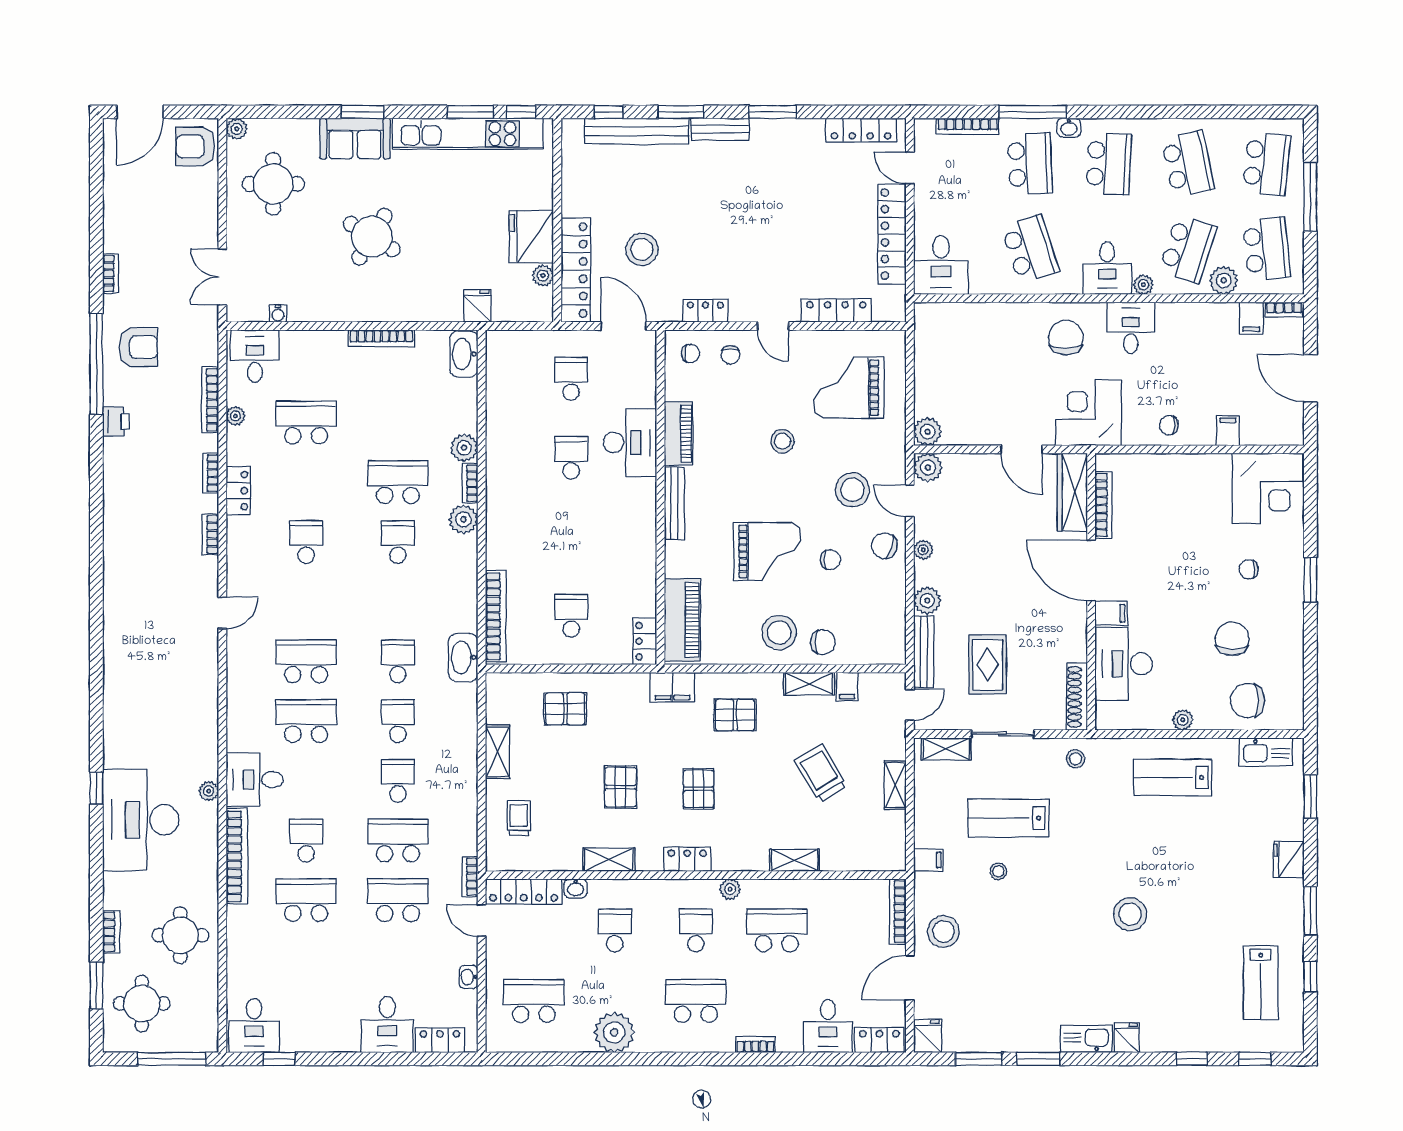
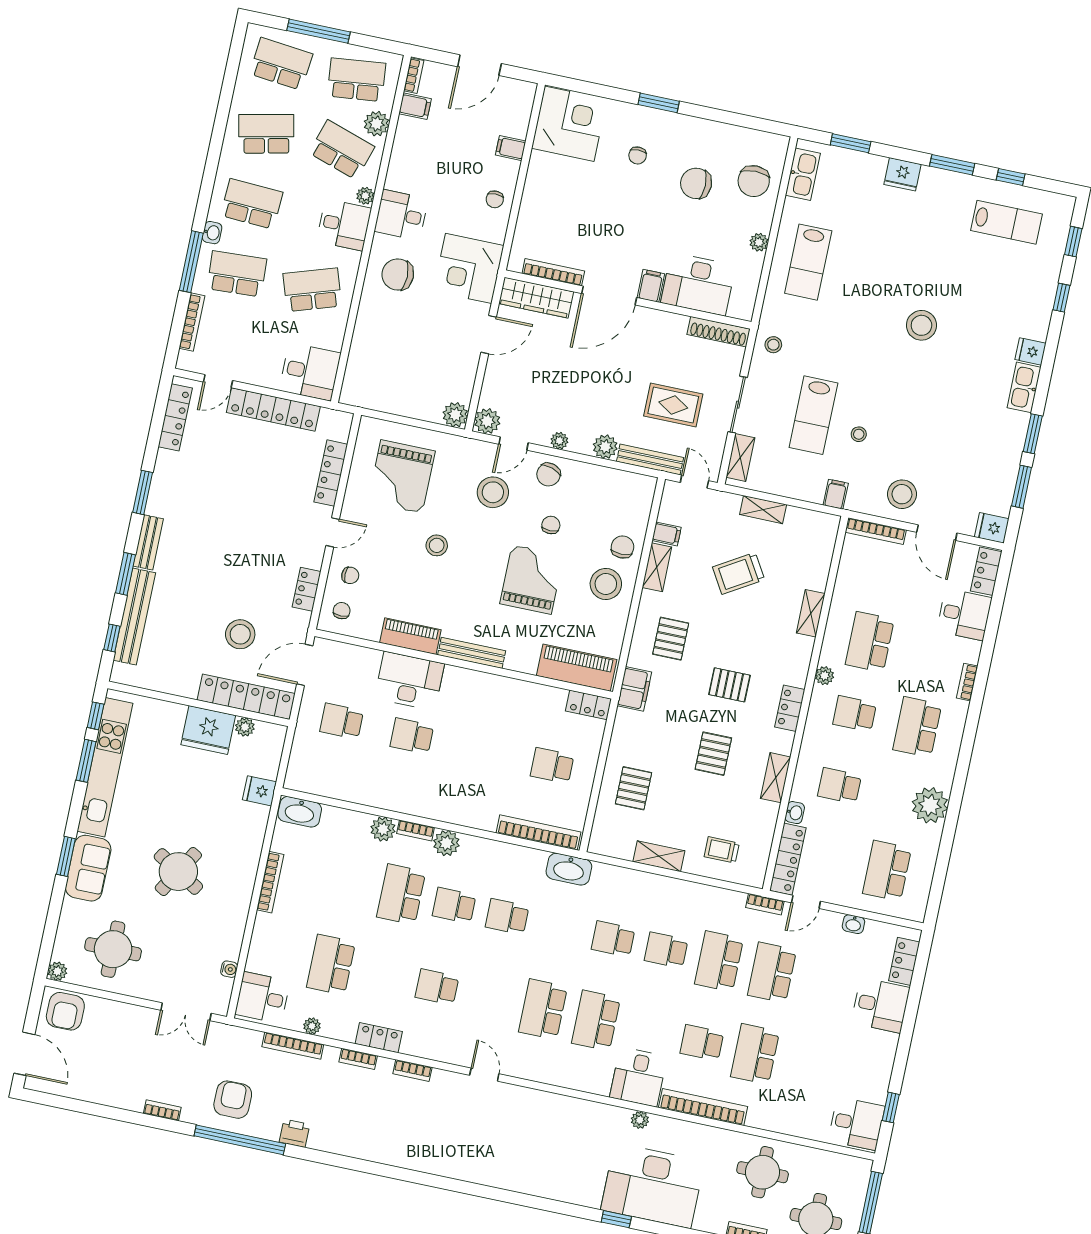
school desk: (398, 661) -> (507, 917), moved
pallet: (621, 787) -> (713, 754), turned 90

